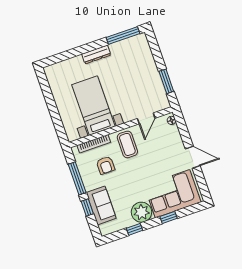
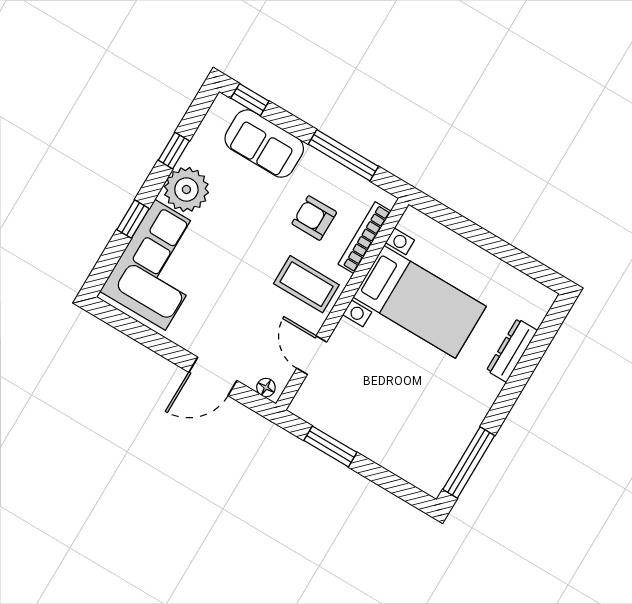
dresser: (96, 55) -> (512, 350), moved
door: (193, 157) -> (213, 376), moved
window: (87, 207) -> (250, 100), moved

